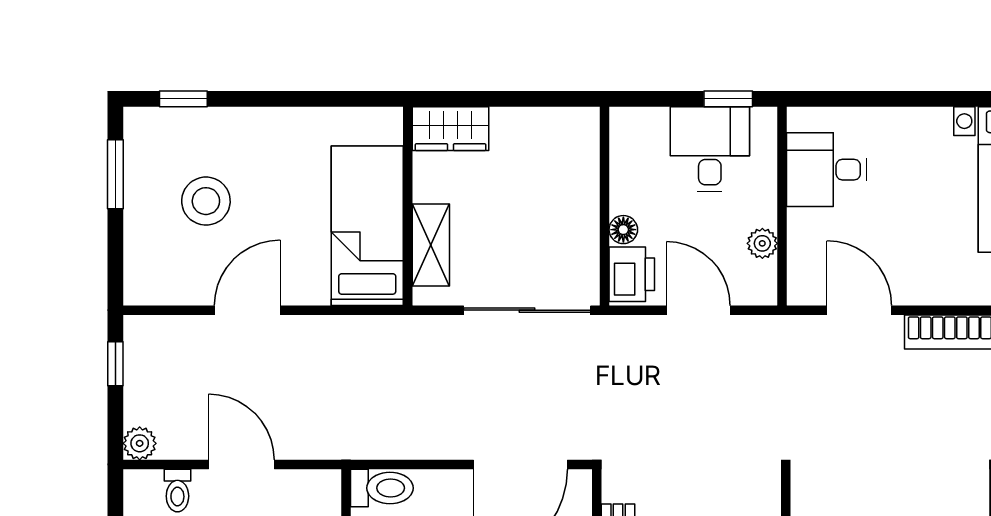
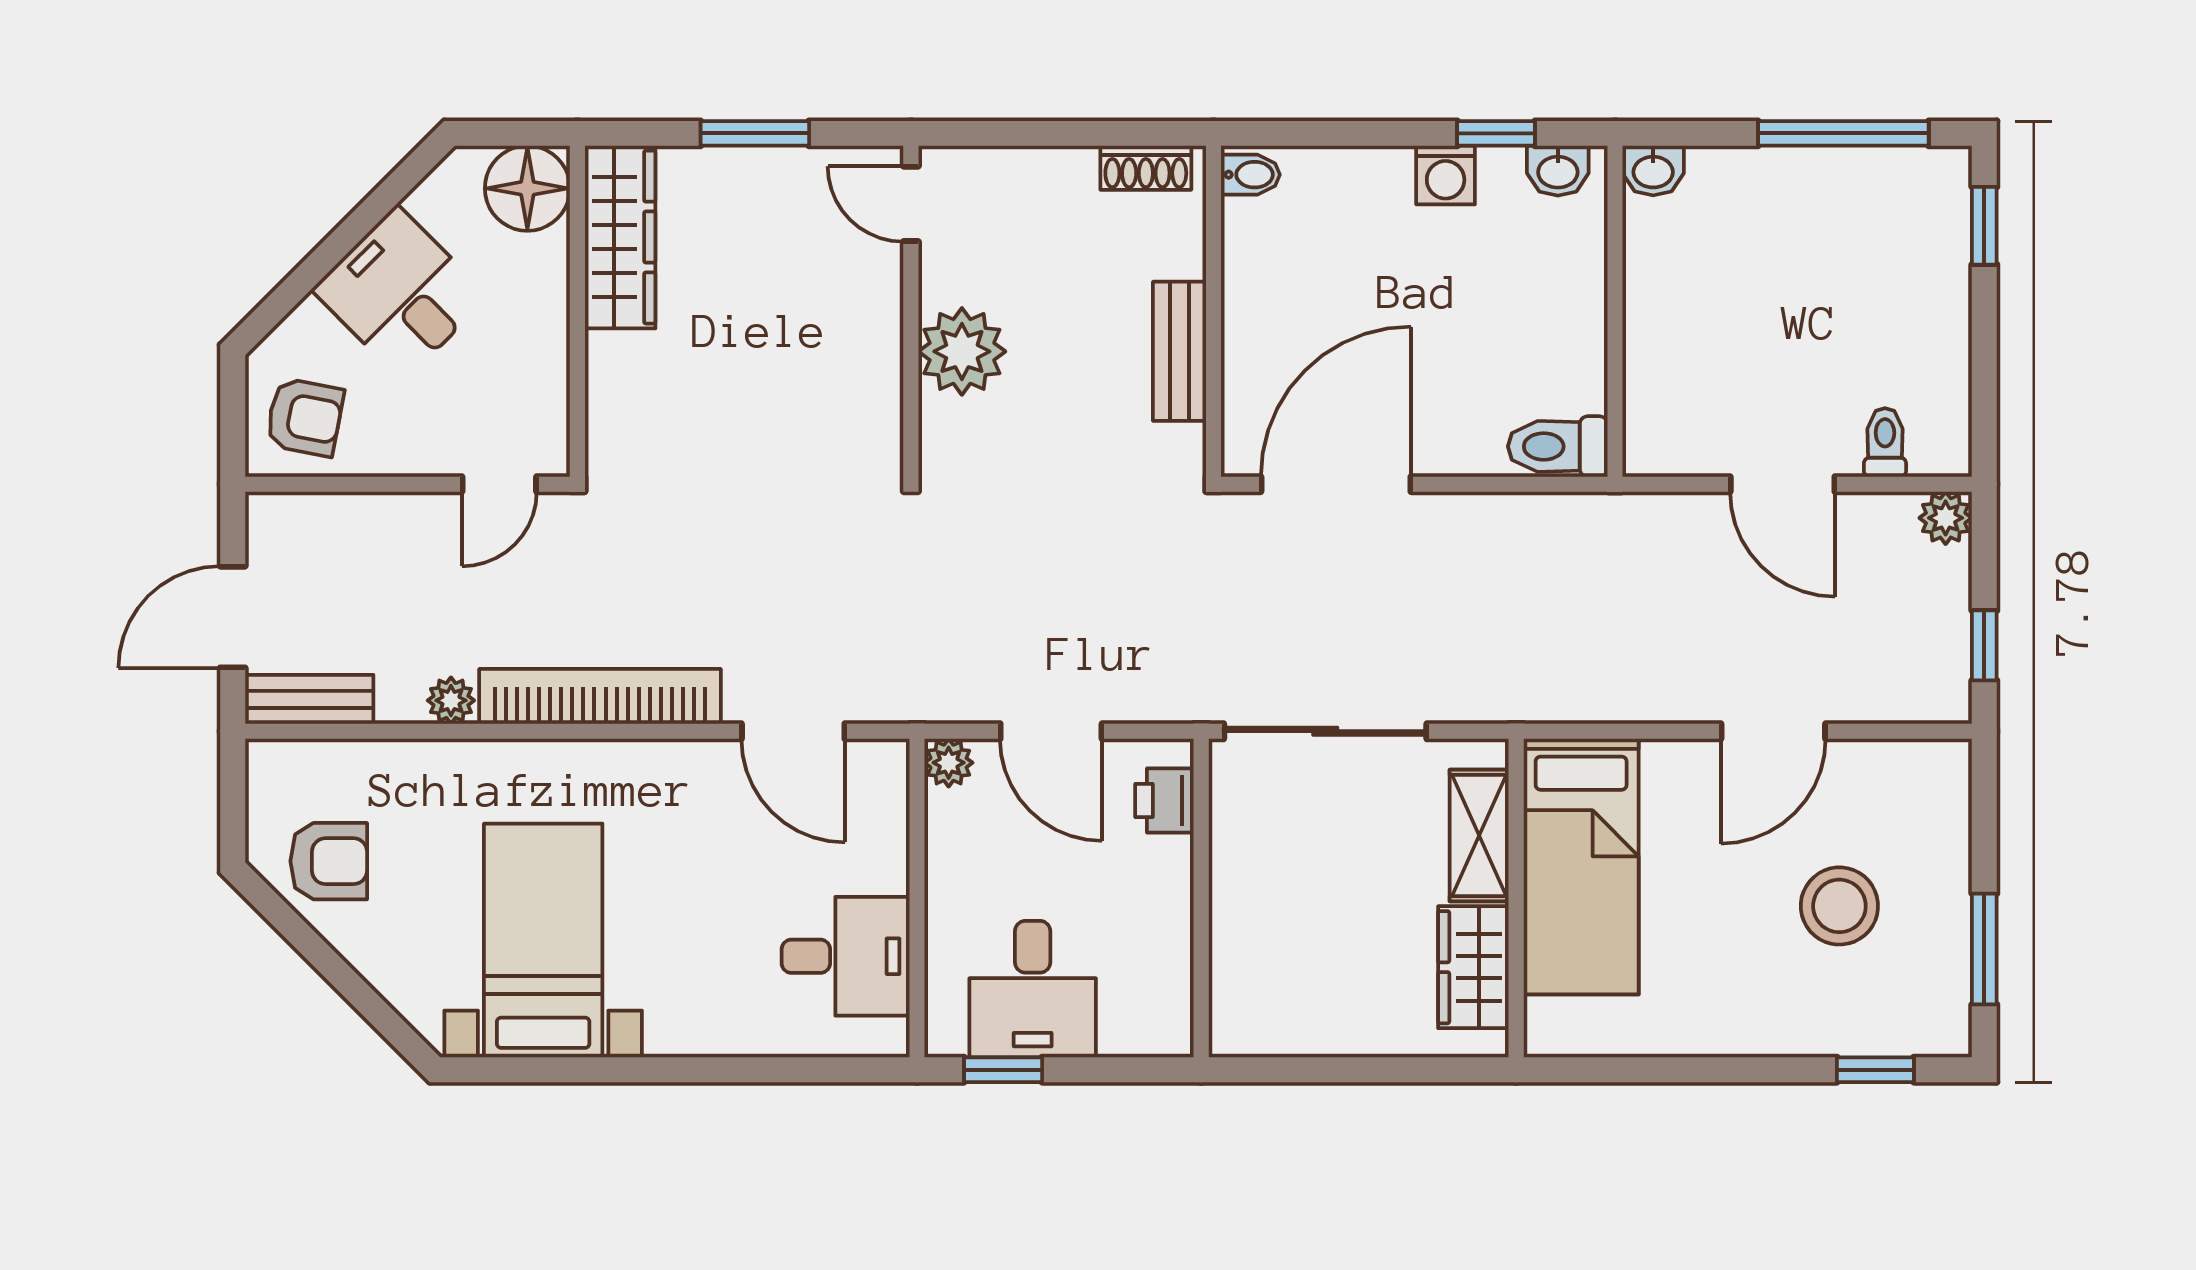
wardrobe: (451, 129) -> (1473, 967), moved, turned -90
floor lamp: (623, 230) -> (1171, 860), removed
plant: (762, 243) -> (949, 763), moved
printer: (632, 274) -> (1164, 800), width x0.73, depth x0.81

